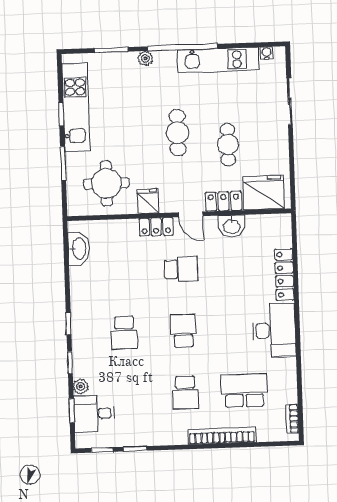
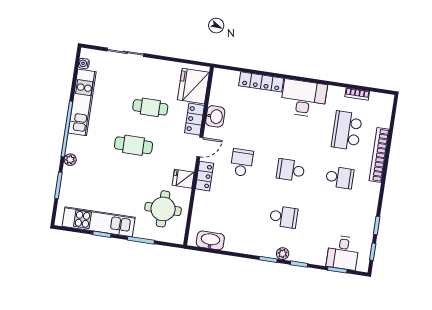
plant: (81, 386) -> (283, 254), moved
bookcase: (292, 419) -> (357, 94), moved

